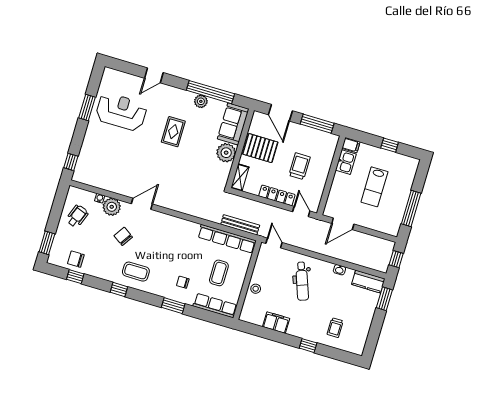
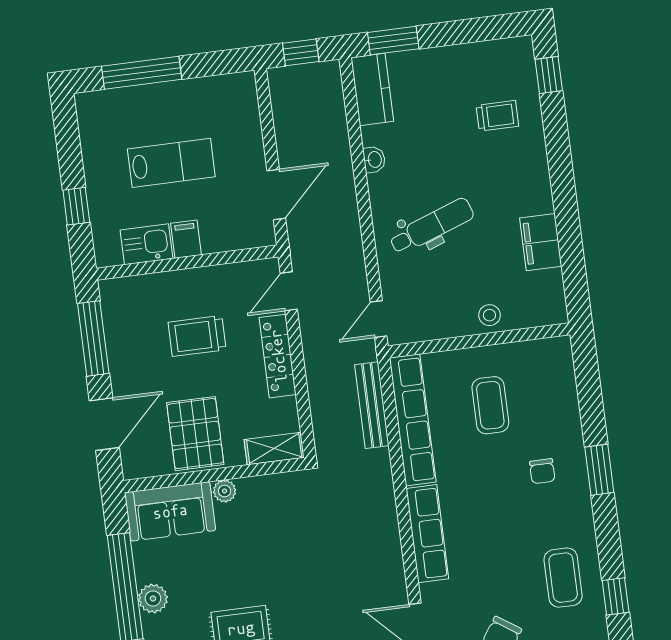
filing cabinet: (351, 145) -> (186, 239), moved
window: (390, 145) -> (76, 206), moved
plant: (226, 153) -> (225, 491), width x0.53, depth x0.53
window: (411, 208) -> (142, 73), moved
door: (343, 224) -> (276, 194), hinge flipped
coffee table: (219, 273) -> (490, 405), turned 90
row of seats: (215, 306) -> (427, 534), moved, turned 180
window: (308, 346) -> (549, 75), moved

